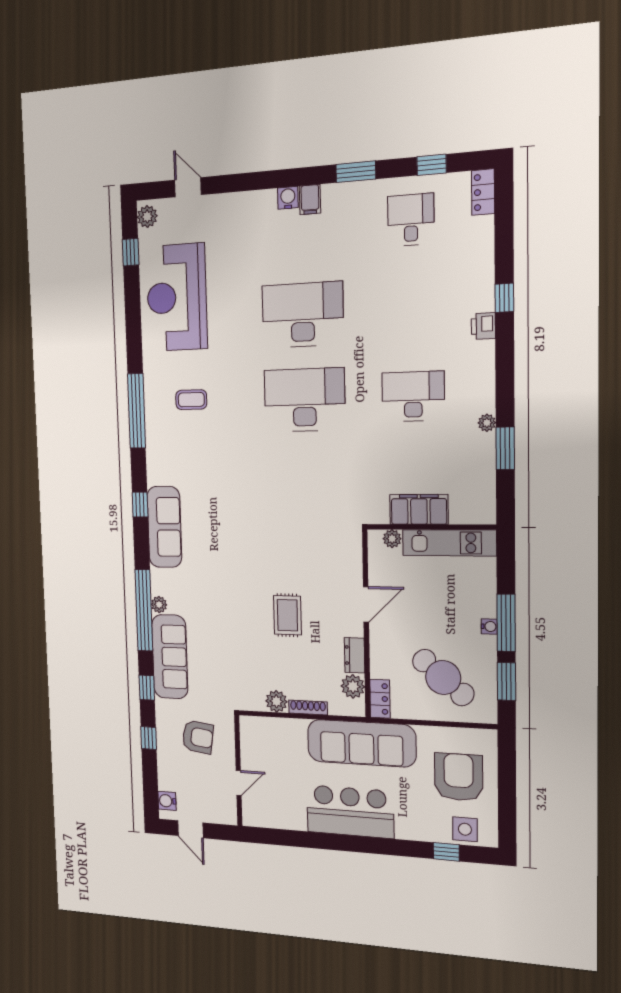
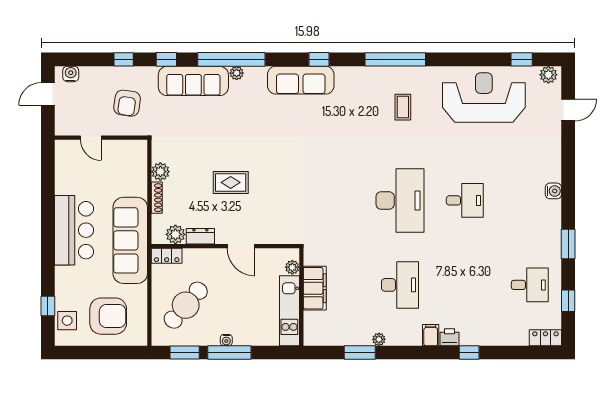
filing cabinet: (310, 200) -> (431, 335), moved, turned 90
desk: (303, 315) -> (465, 200), width x0.53, depth x0.77

